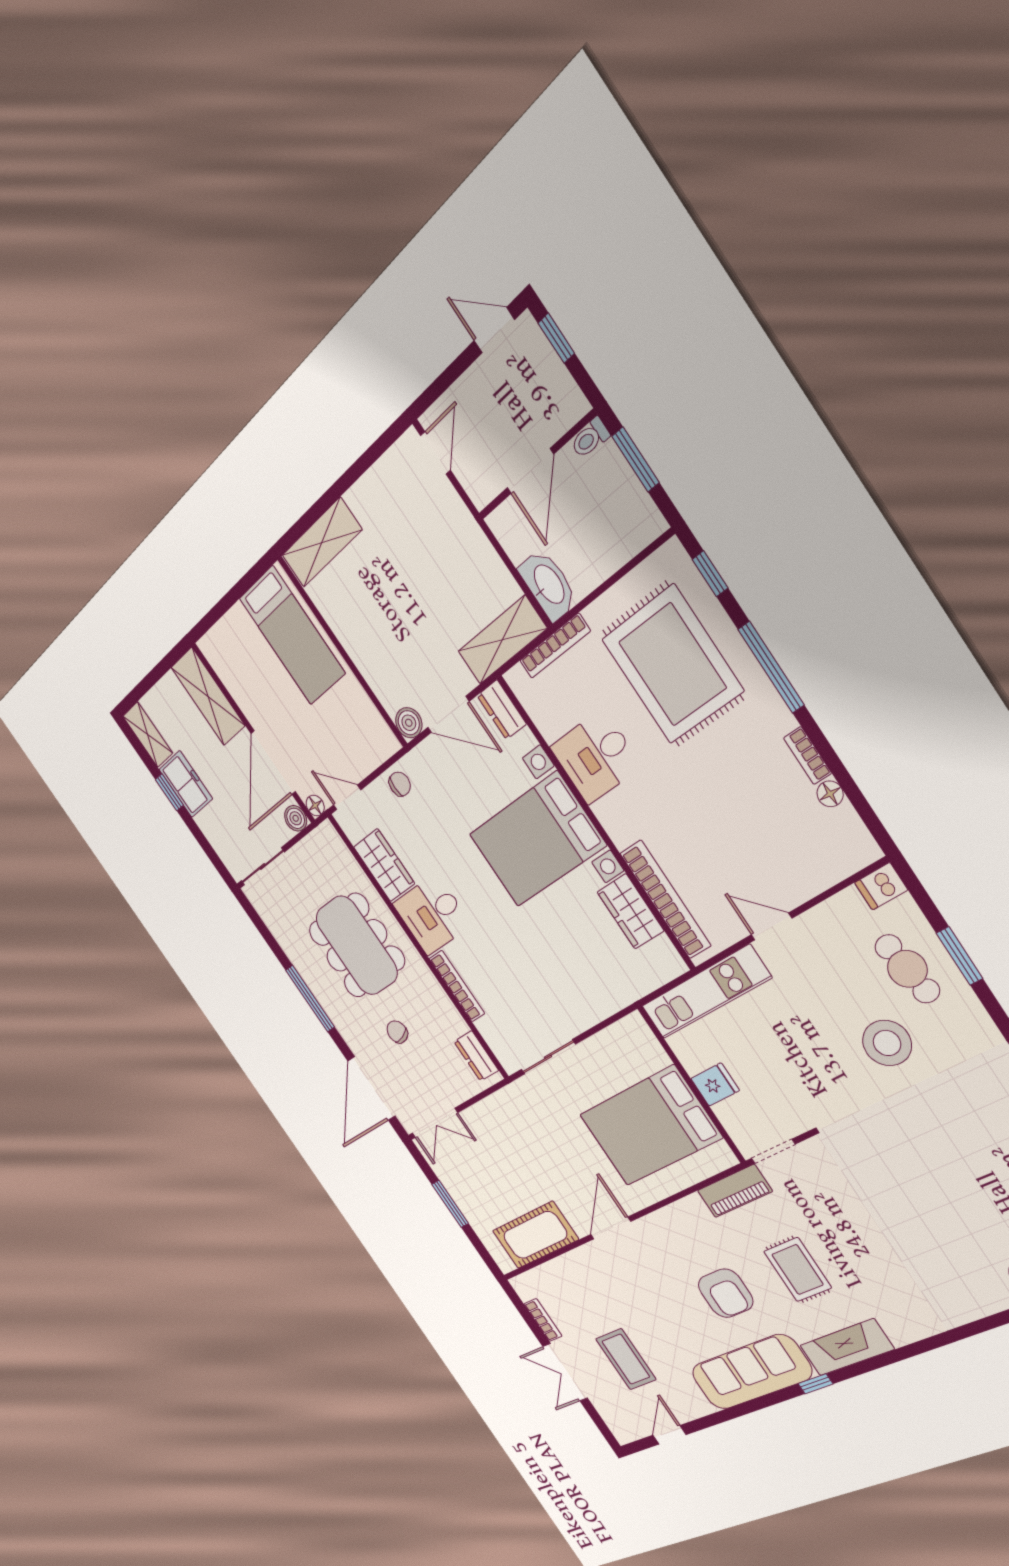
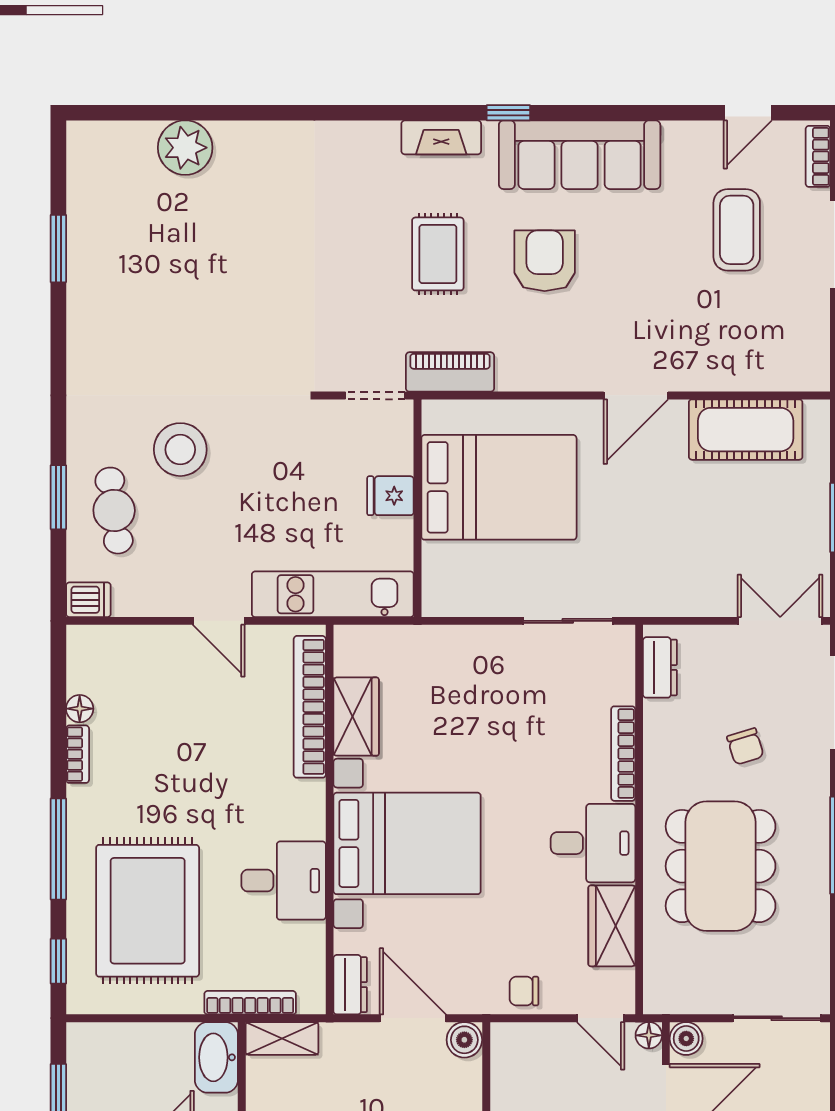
shelving: (502, 640) -> (282, 1038), width x0.67, depth x0.75
bookcase: (543, 1320) -> (818, 156), moved
fireplace: (847, 1347) -> (441, 137), width x0.73, depth x0.76

